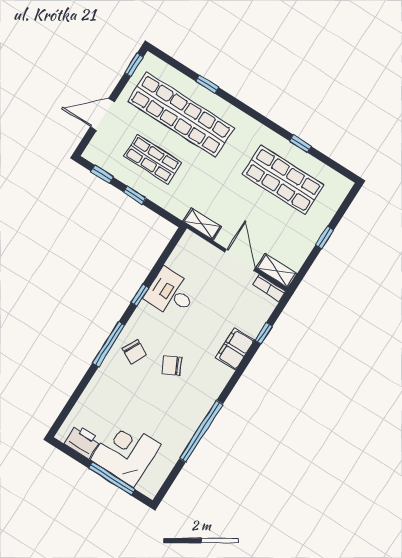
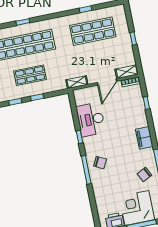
door: (240, 260) -> (107, 82), swing flipped
desk: (171, 293) -> (91, 120), width x1.37
filing cabinet: (235, 349) -> (144, 138), moved
chair: (172, 365) -> (144, 174), moved

